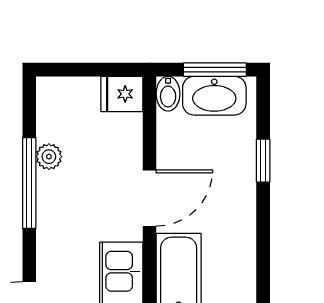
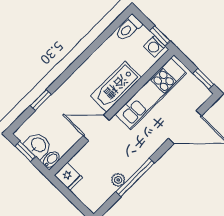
window: (215, 70) -> (25, 151), width x0.67
washbasin: (214, 96) -> (38, 145), width x0.72

